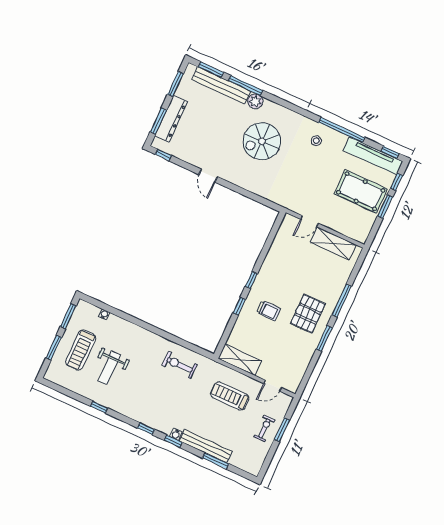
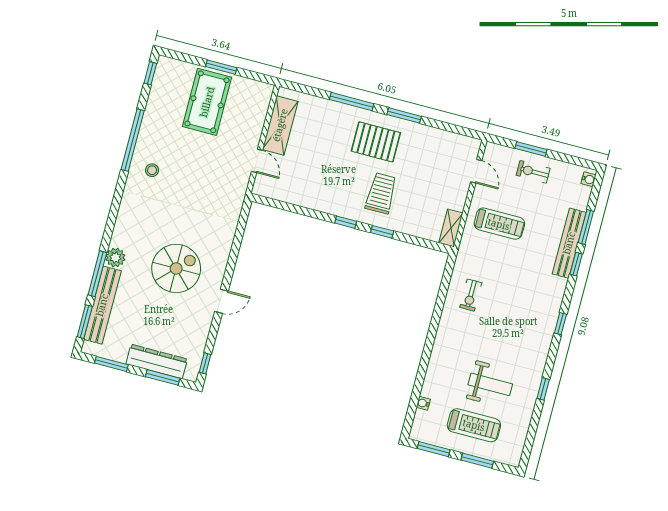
spiral stairs: (262, 141) -> (176, 268), moved, turned -90
tv unit: (373, 156) -> (159, 94), removed
window: (397, 182) -> (187, 58), removed
trolley: (268, 311) -> (381, 193), width x1.36, depth x1.39
shelving: (240, 360) -> (451, 228), width x0.67, depth x0.75
exercise bike: (180, 365) -> (471, 295), width x0.73, depth x0.72
treadmill: (230, 396) -> (499, 224), turned -90
water cooler: (176, 434) -> (588, 179), moved
window: (173, 441) -> (576, 264), moved

